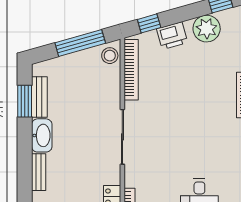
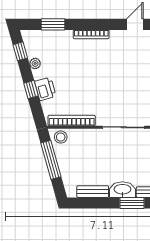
window: (149, 23) -> (31, 89), moved
plant: (207, 29) -> (35, 63), width x0.53, depth x0.53
window: (25, 101) -> (132, 203), moved

